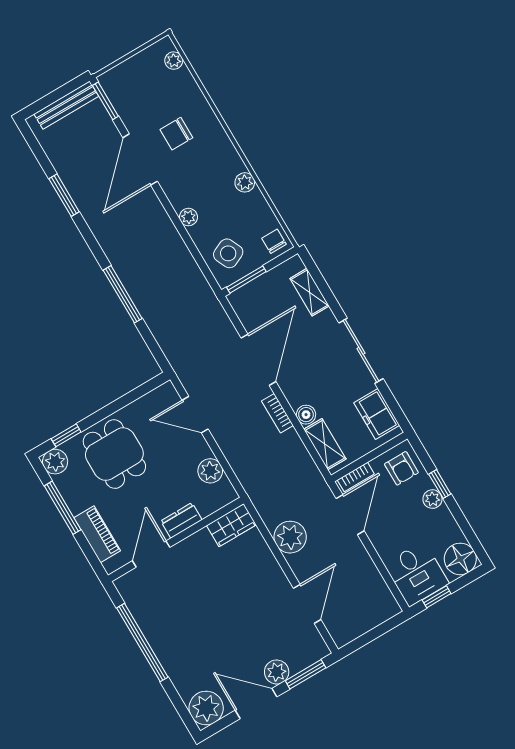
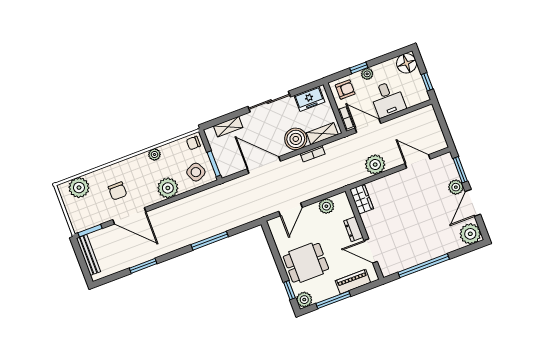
plant: (174, 61) -> (79, 188), width x1.88, depth x1.88
plant: (188, 217) -> (168, 188), width x1.88, depth x1.88
bookcase: (277, 413) -> (313, 154), moved
boiler: (306, 415) -> (296, 139), width x1.86, depth x1.86
desk: (416, 574) -> (388, 99), moved, turned 90

